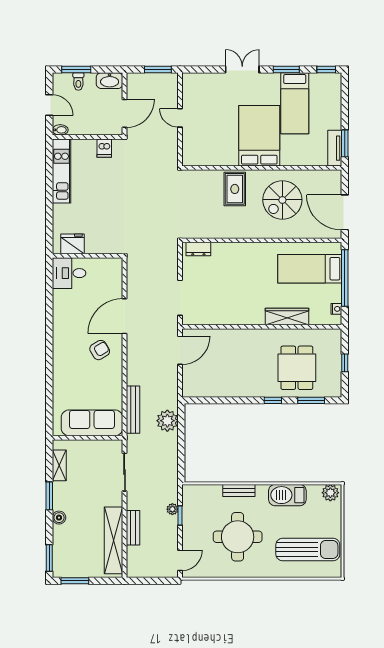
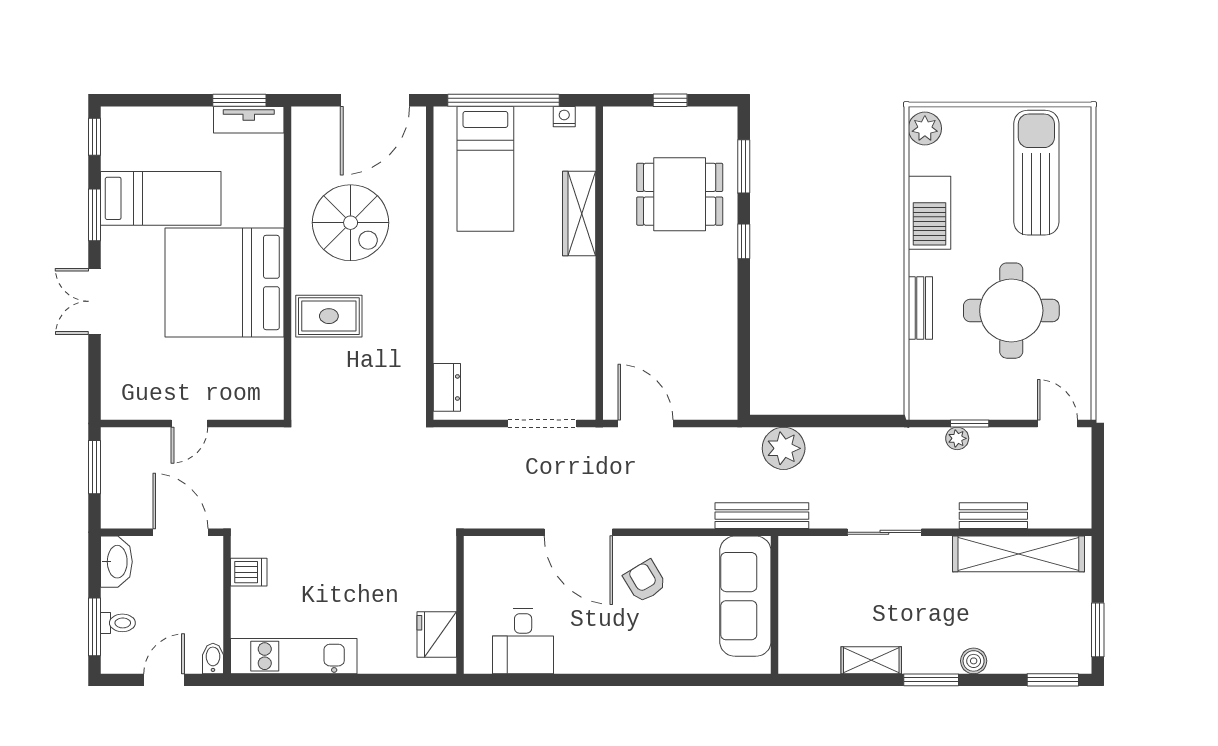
bed: (259, 136) -> (224, 282), width x1.36
desk: (69, 273) -> (523, 641), moved
sofa: (92, 423) -> (745, 596), moved
wall: (88, 438) -> (775, 605), moved

